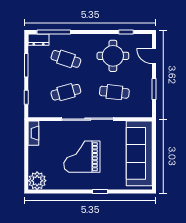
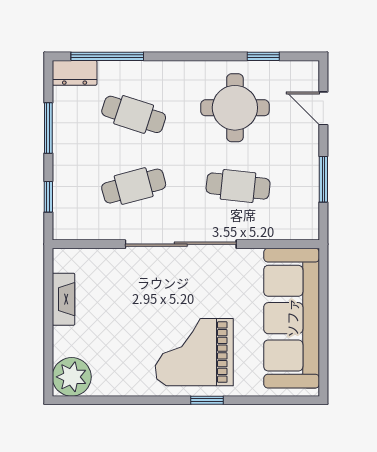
fireplace: (33, 133) -> (63, 299), moved
grand piano: (82, 157) -> (194, 352), moved

